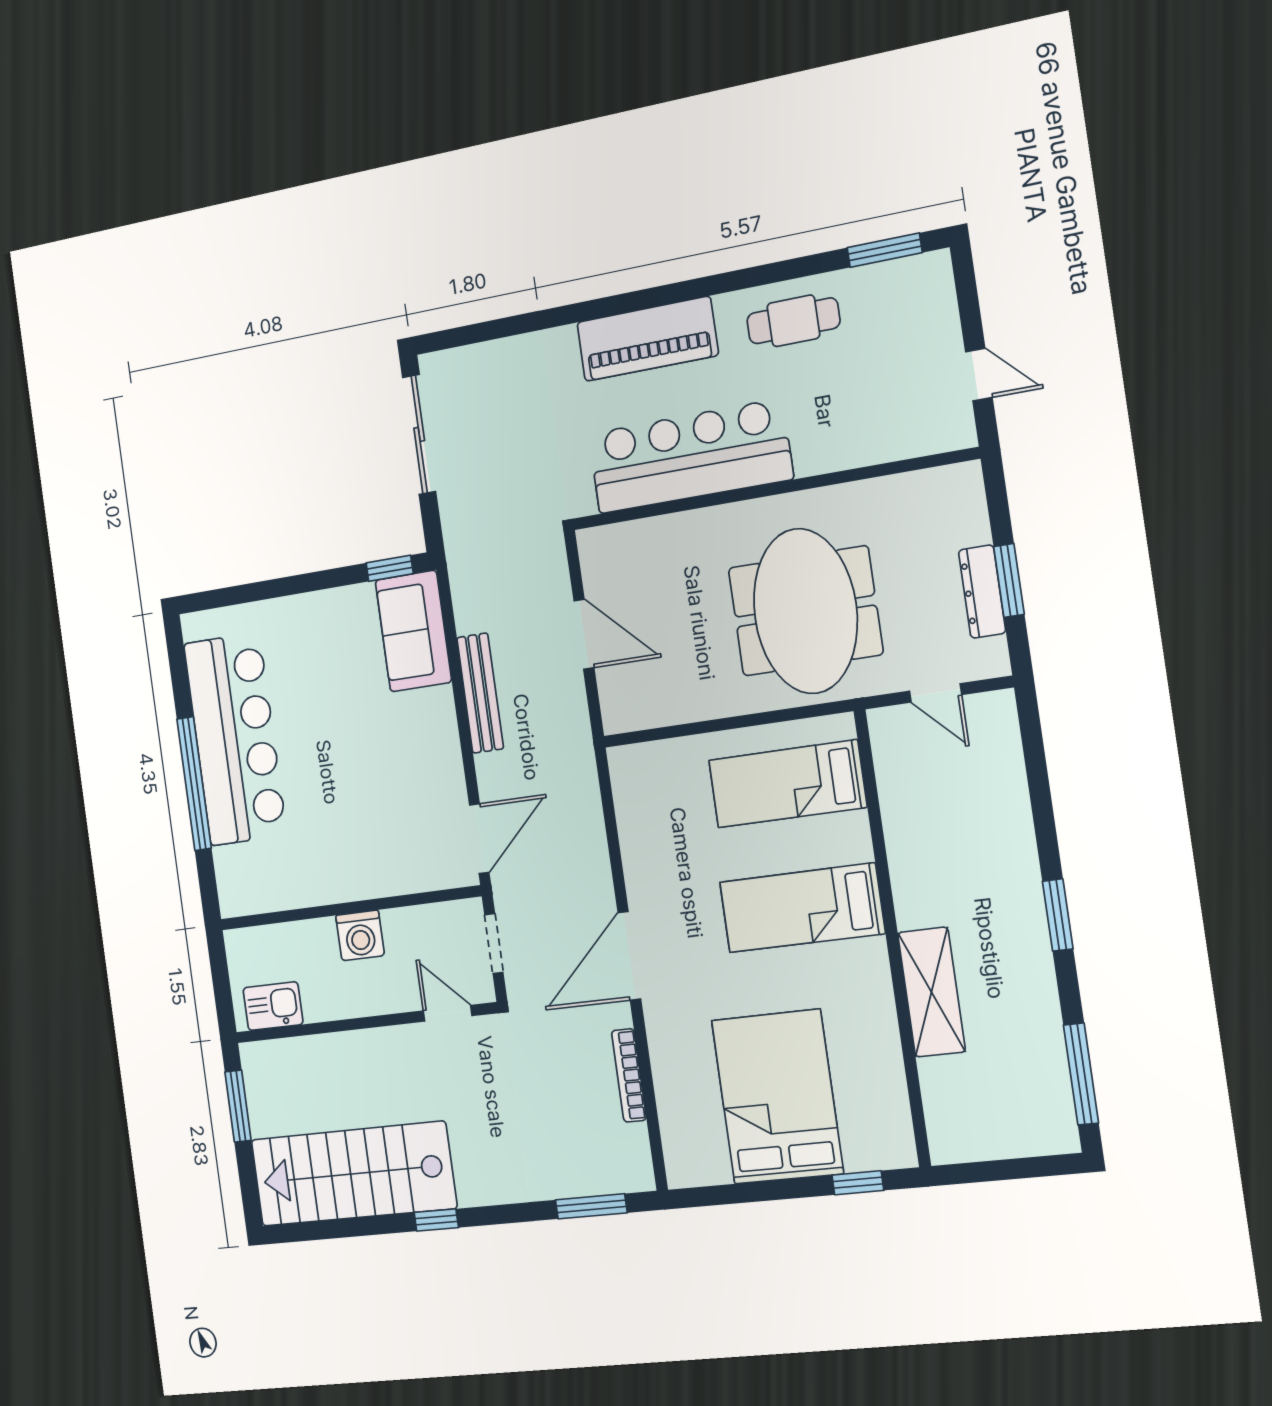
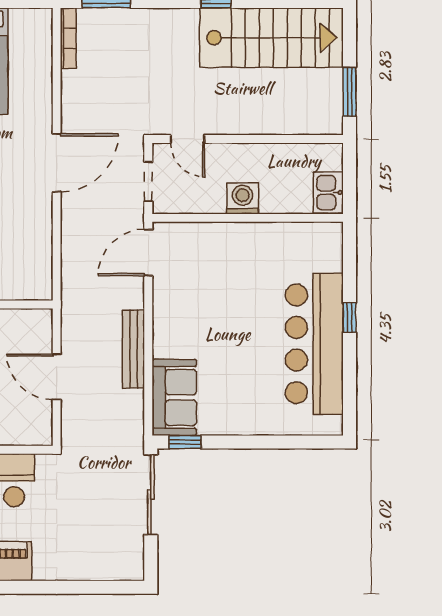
sliding door: (419, 434) -> (151, 495), moved
window: (194, 784) -> (350, 318), width x0.32
kitchen sink: (273, 1006) -> (328, 193), moved, turned 90
bookcase: (629, 1075) -> (68, 38), moved

